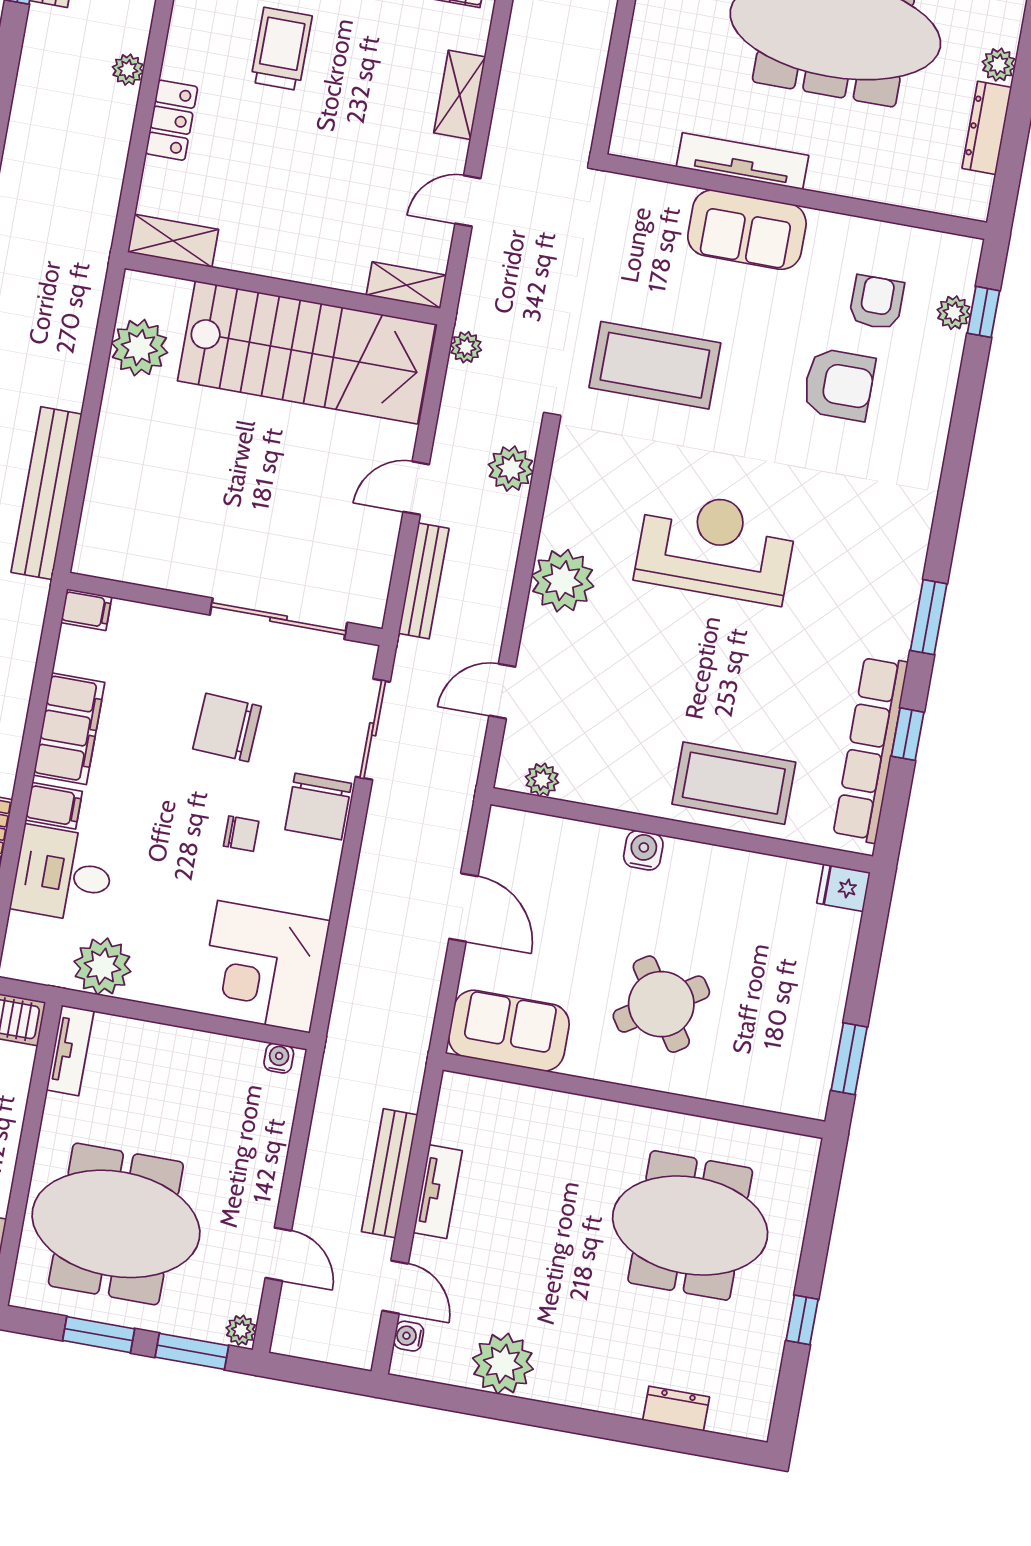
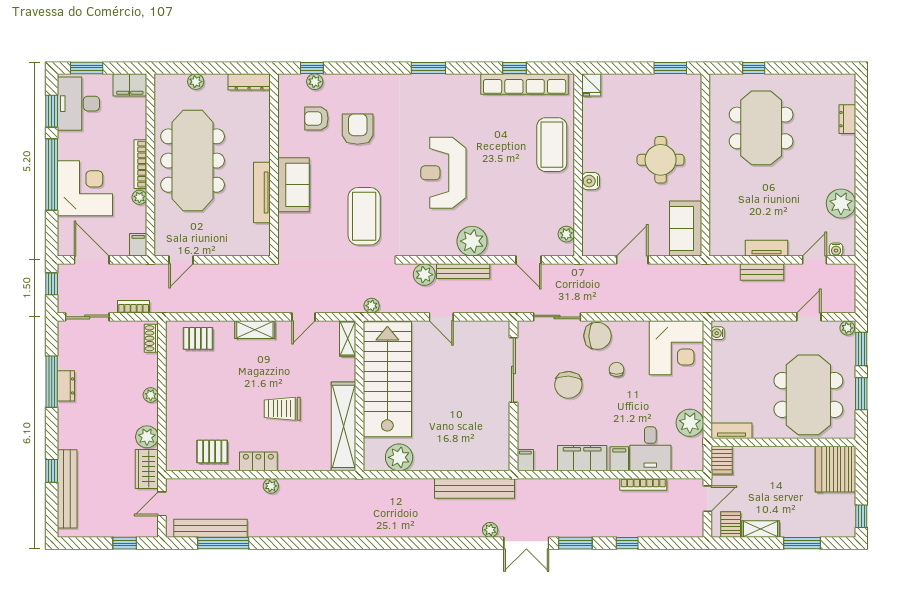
trolley: (281, 49) -> (282, 409), moved
locker: (172, 120) -> (258, 461), moved
dresser: (987, 128) -> (249, 82), moved
door: (468, 201) -> (303, 317), hinge flipped
shelving: (173, 241) -> (344, 426), width x2.20, depth x1.33
bench: (424, 581) -> (463, 271), moved
window: (929, 617) -> (428, 68), moved
round table: (661, 1004) -> (661, 160), turned 33
bench: (390, 1173) -> (762, 272), width x0.73
window: (802, 1320) -> (754, 68), moved

